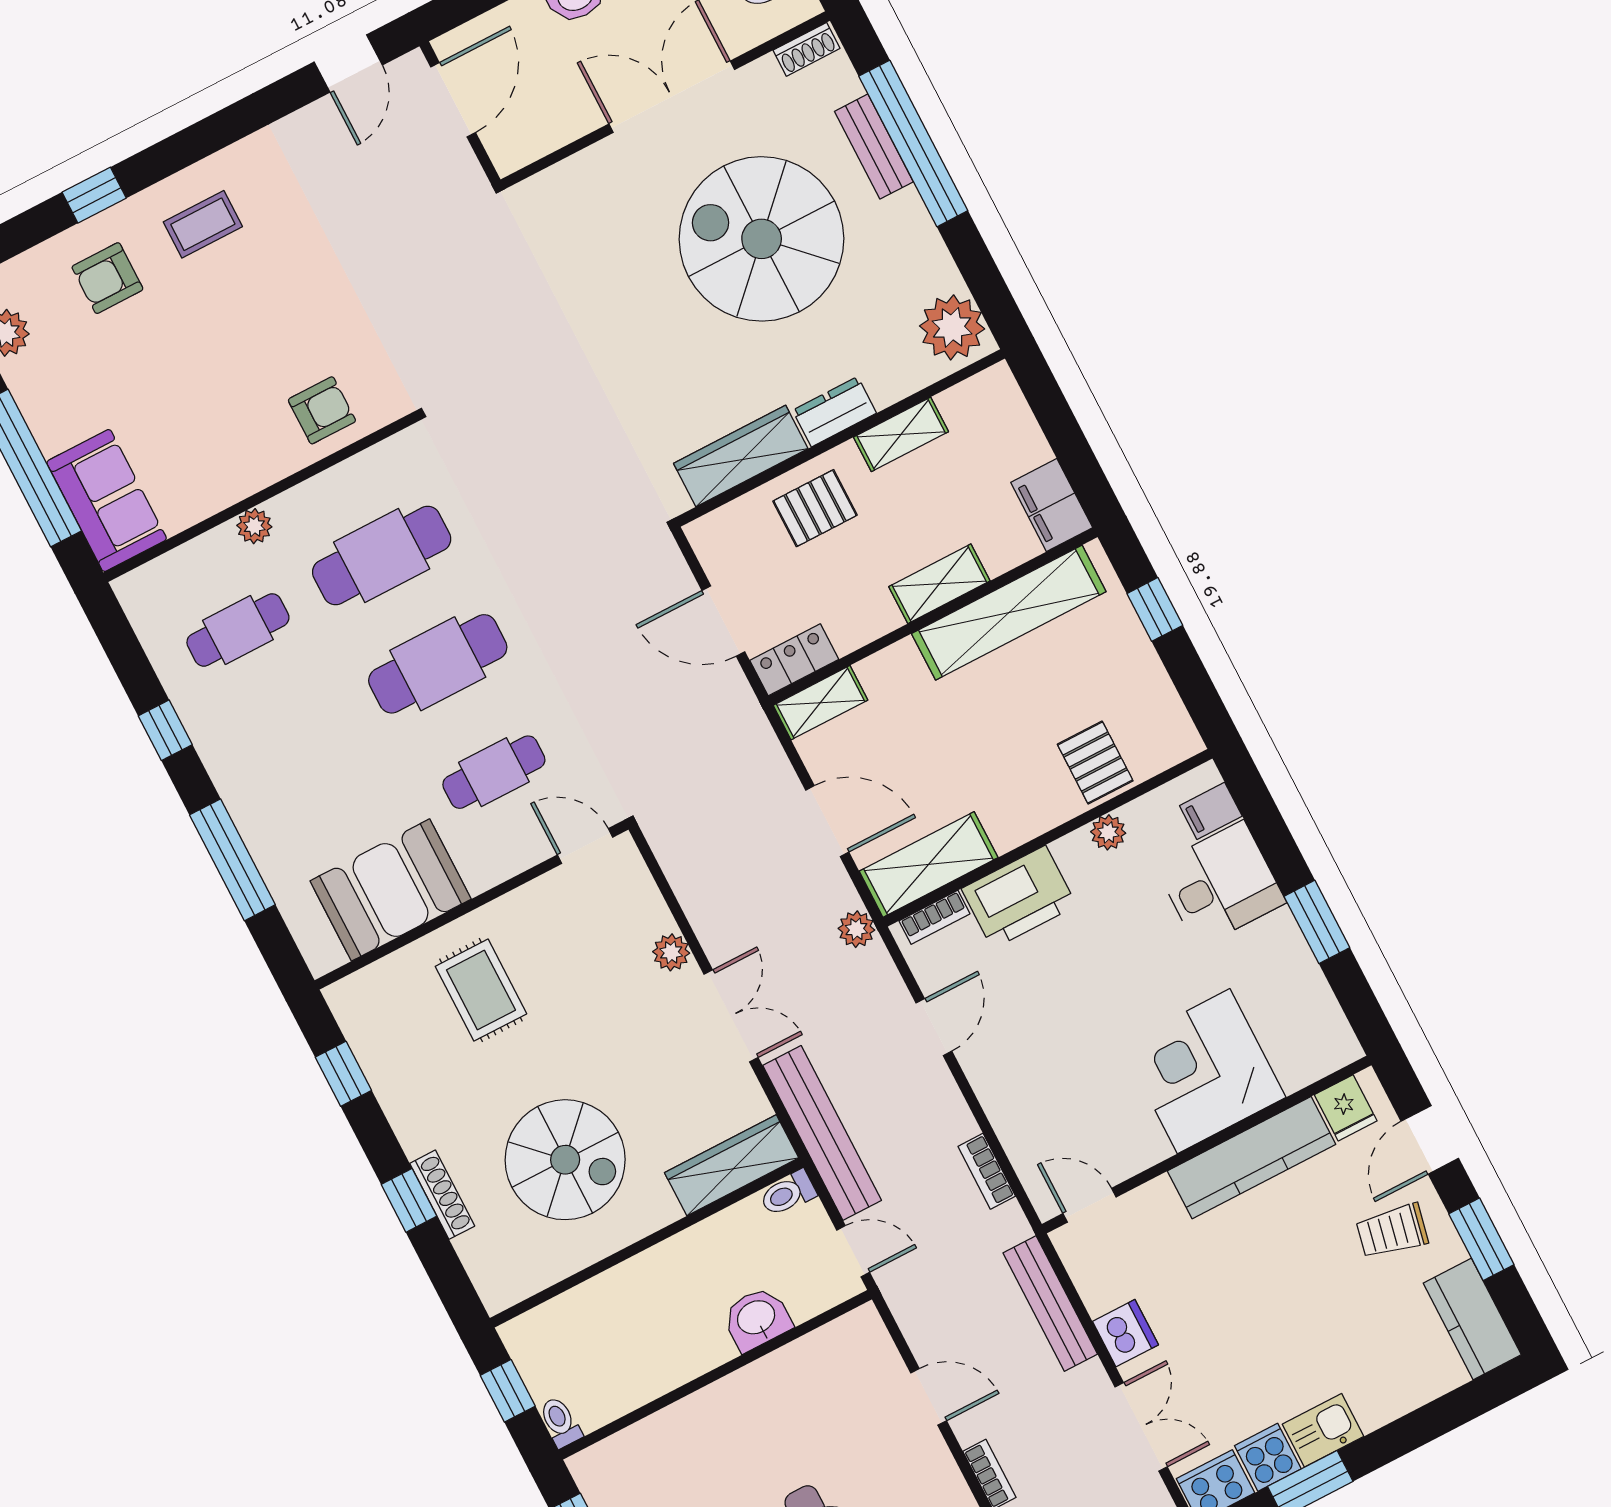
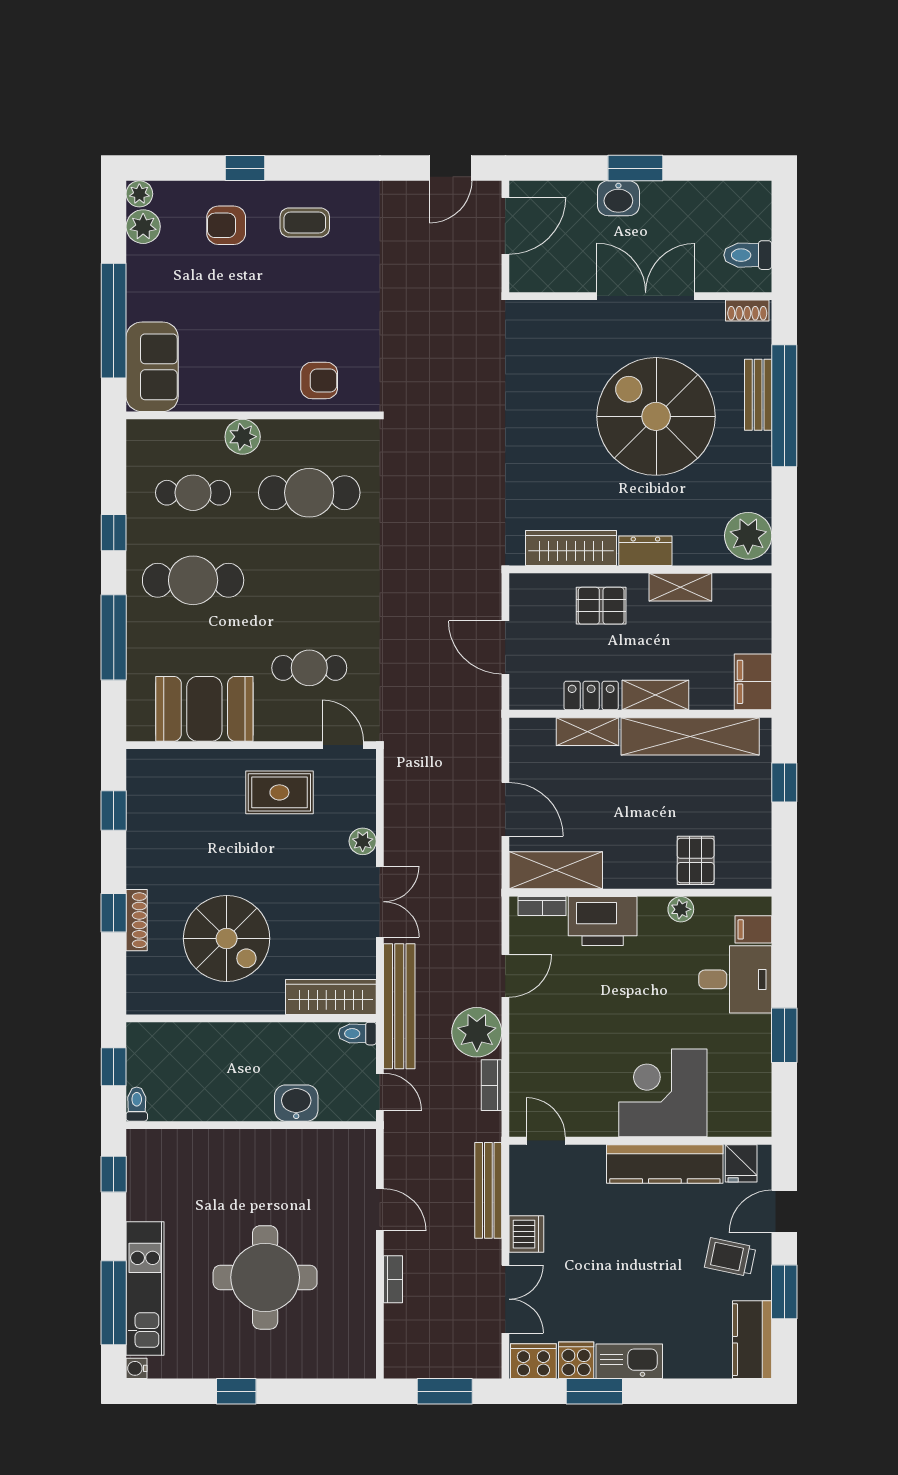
plant: (254, 526) -> (243, 437), width x1.38, depth x1.38
locker: (794, 660) -> (591, 696), moved
cafe table: (438, 664) -> (193, 580), moved
shelving: (820, 703) -> (588, 732), moved
plant: (856, 929) -> (477, 1032), moved, width x1.88, depth x1.88
rug: (481, 990) -> (279, 792), moved, turned 90
kitchen sink: (1323, 1430) -> (629, 1361), width x1.38

